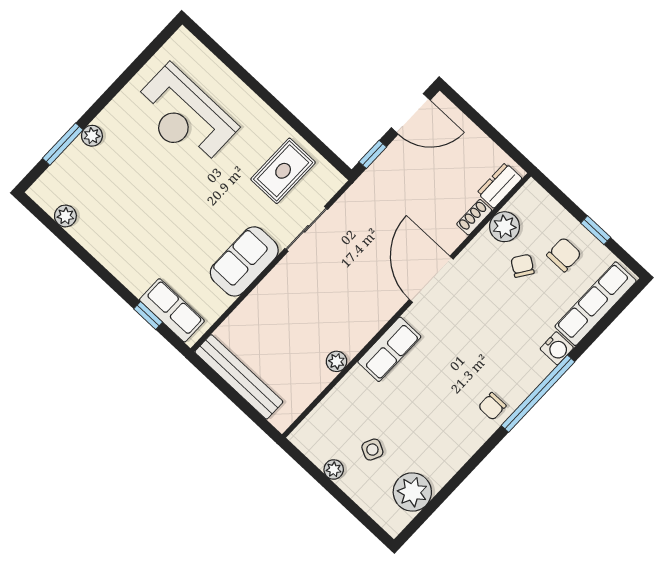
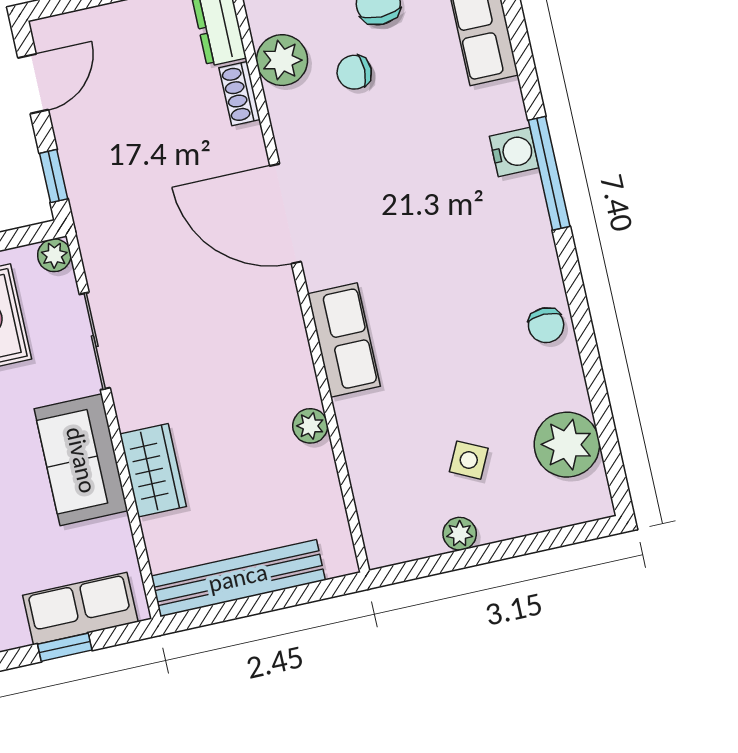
door: (411, 114) -> (33, 84), width x0.73
plant: (335, 181) -> (54, 255), added
chair: (523, 266) -> (354, 72), turned -34
wardrobe: (263, 300) -> (153, 470), added
water cooler: (557, 348) -> (514, 152), moved
window: (538, 394) -> (549, 173), width x0.68
chair: (492, 406) -> (546, 325), moved

